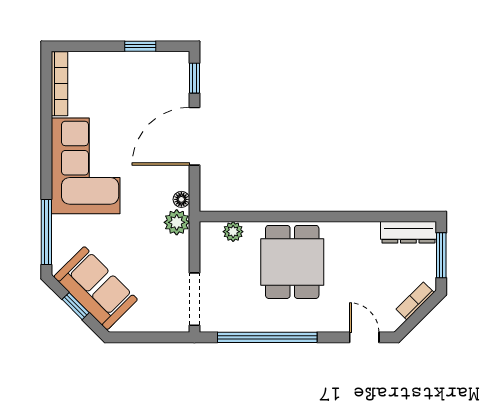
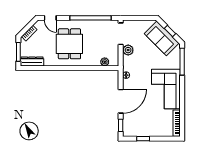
plant: (177, 222) -> (128, 50), moved
dining table: (292, 262) -> (69, 44), moved

